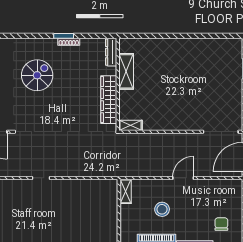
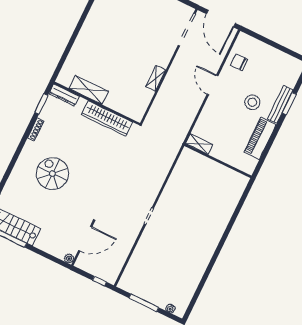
window: (64, 36) -> (41, 104), moved
shelving: (130, 125) -> (156, 78), moved
stool: (162, 209) -> (252, 102), moved
chair: (221, 224) -> (239, 62), moved

